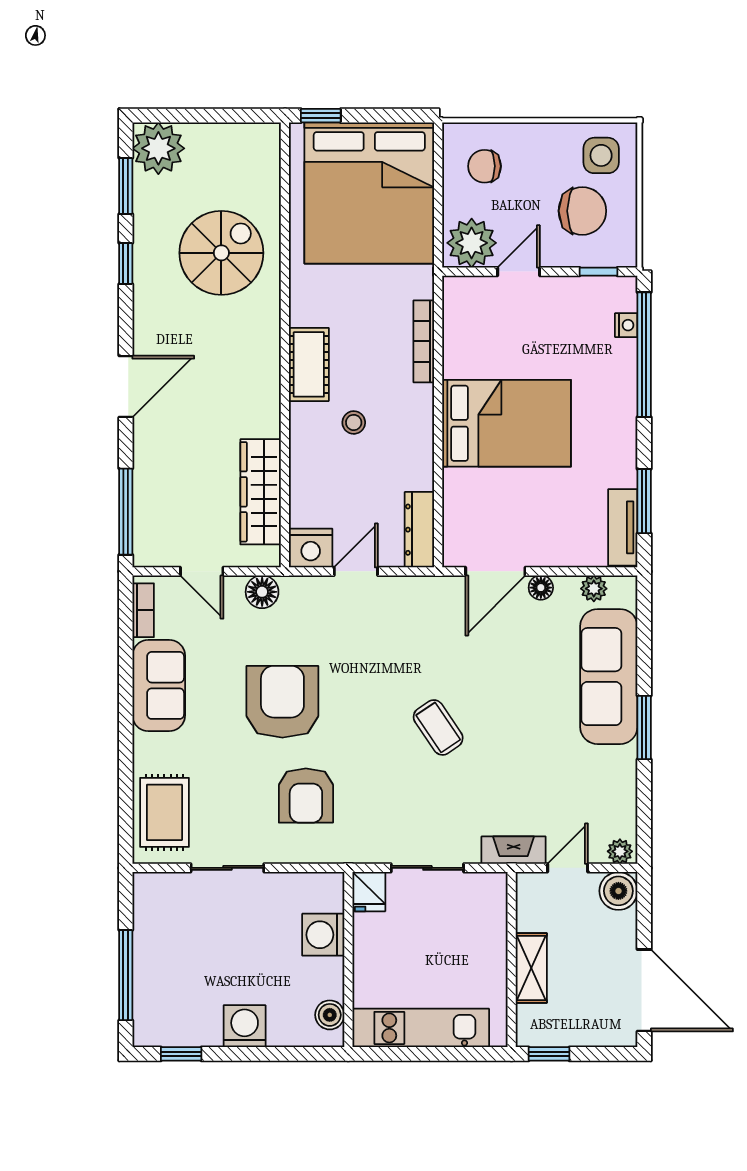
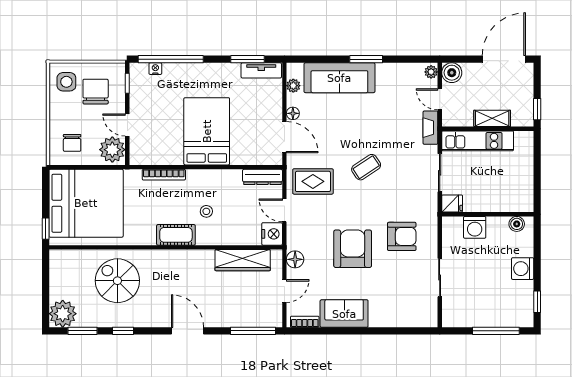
armchair: (282, 702) -> (353, 249), turned 90
rug: (164, 812) -> (313, 181), moved
kitchen unit: (421, 1028) -> (478, 141), moved, turned -90

